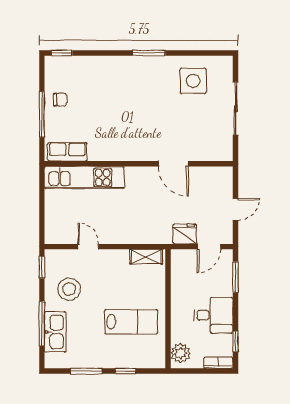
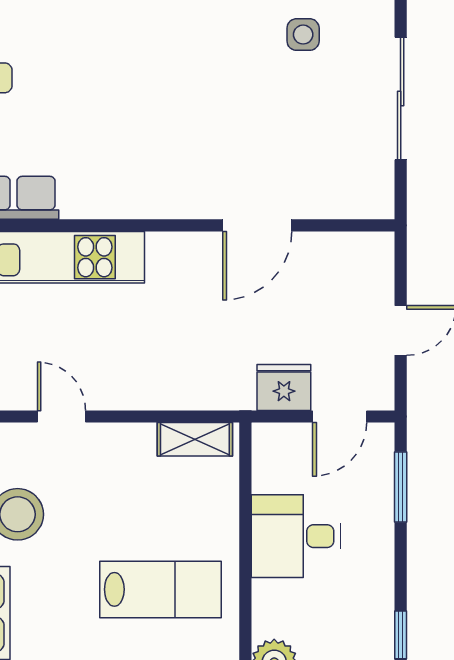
side table: (193, 81) -> (303, 35), width x0.54, depth x0.54
door: (173, 164) -> (257, 225), hinge flipped
desk: (213, 315) -> (296, 536), moved, turned 180

